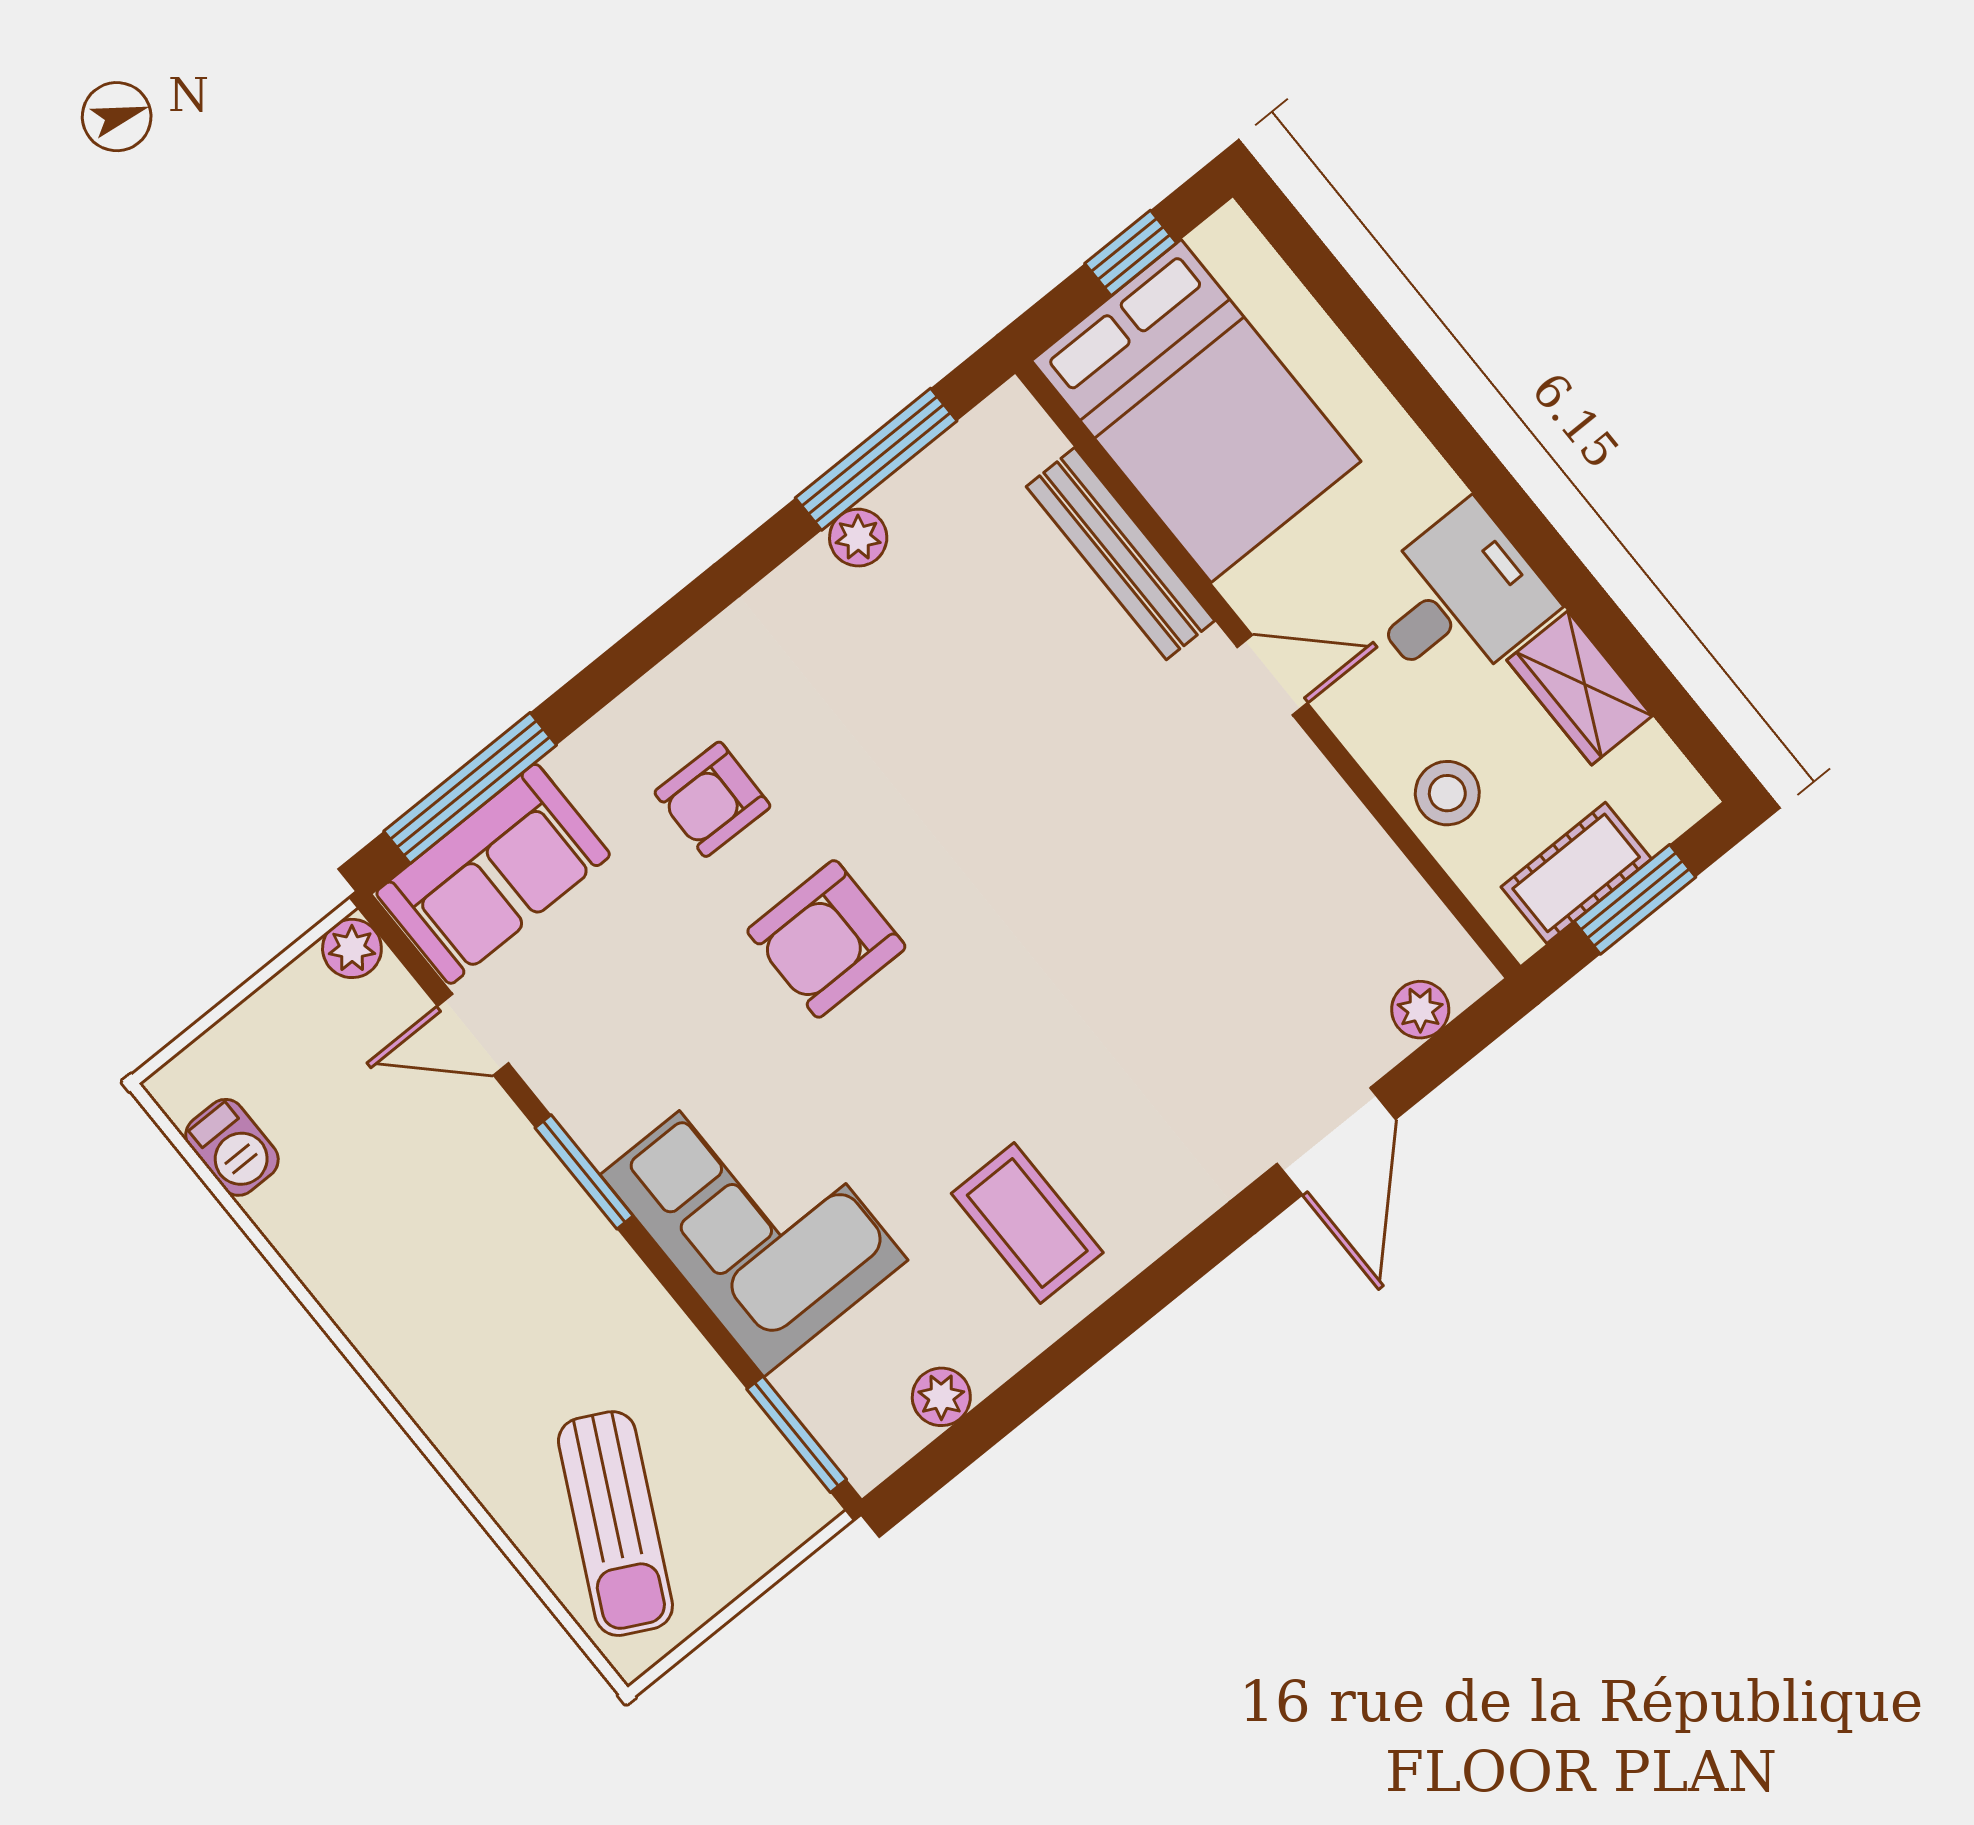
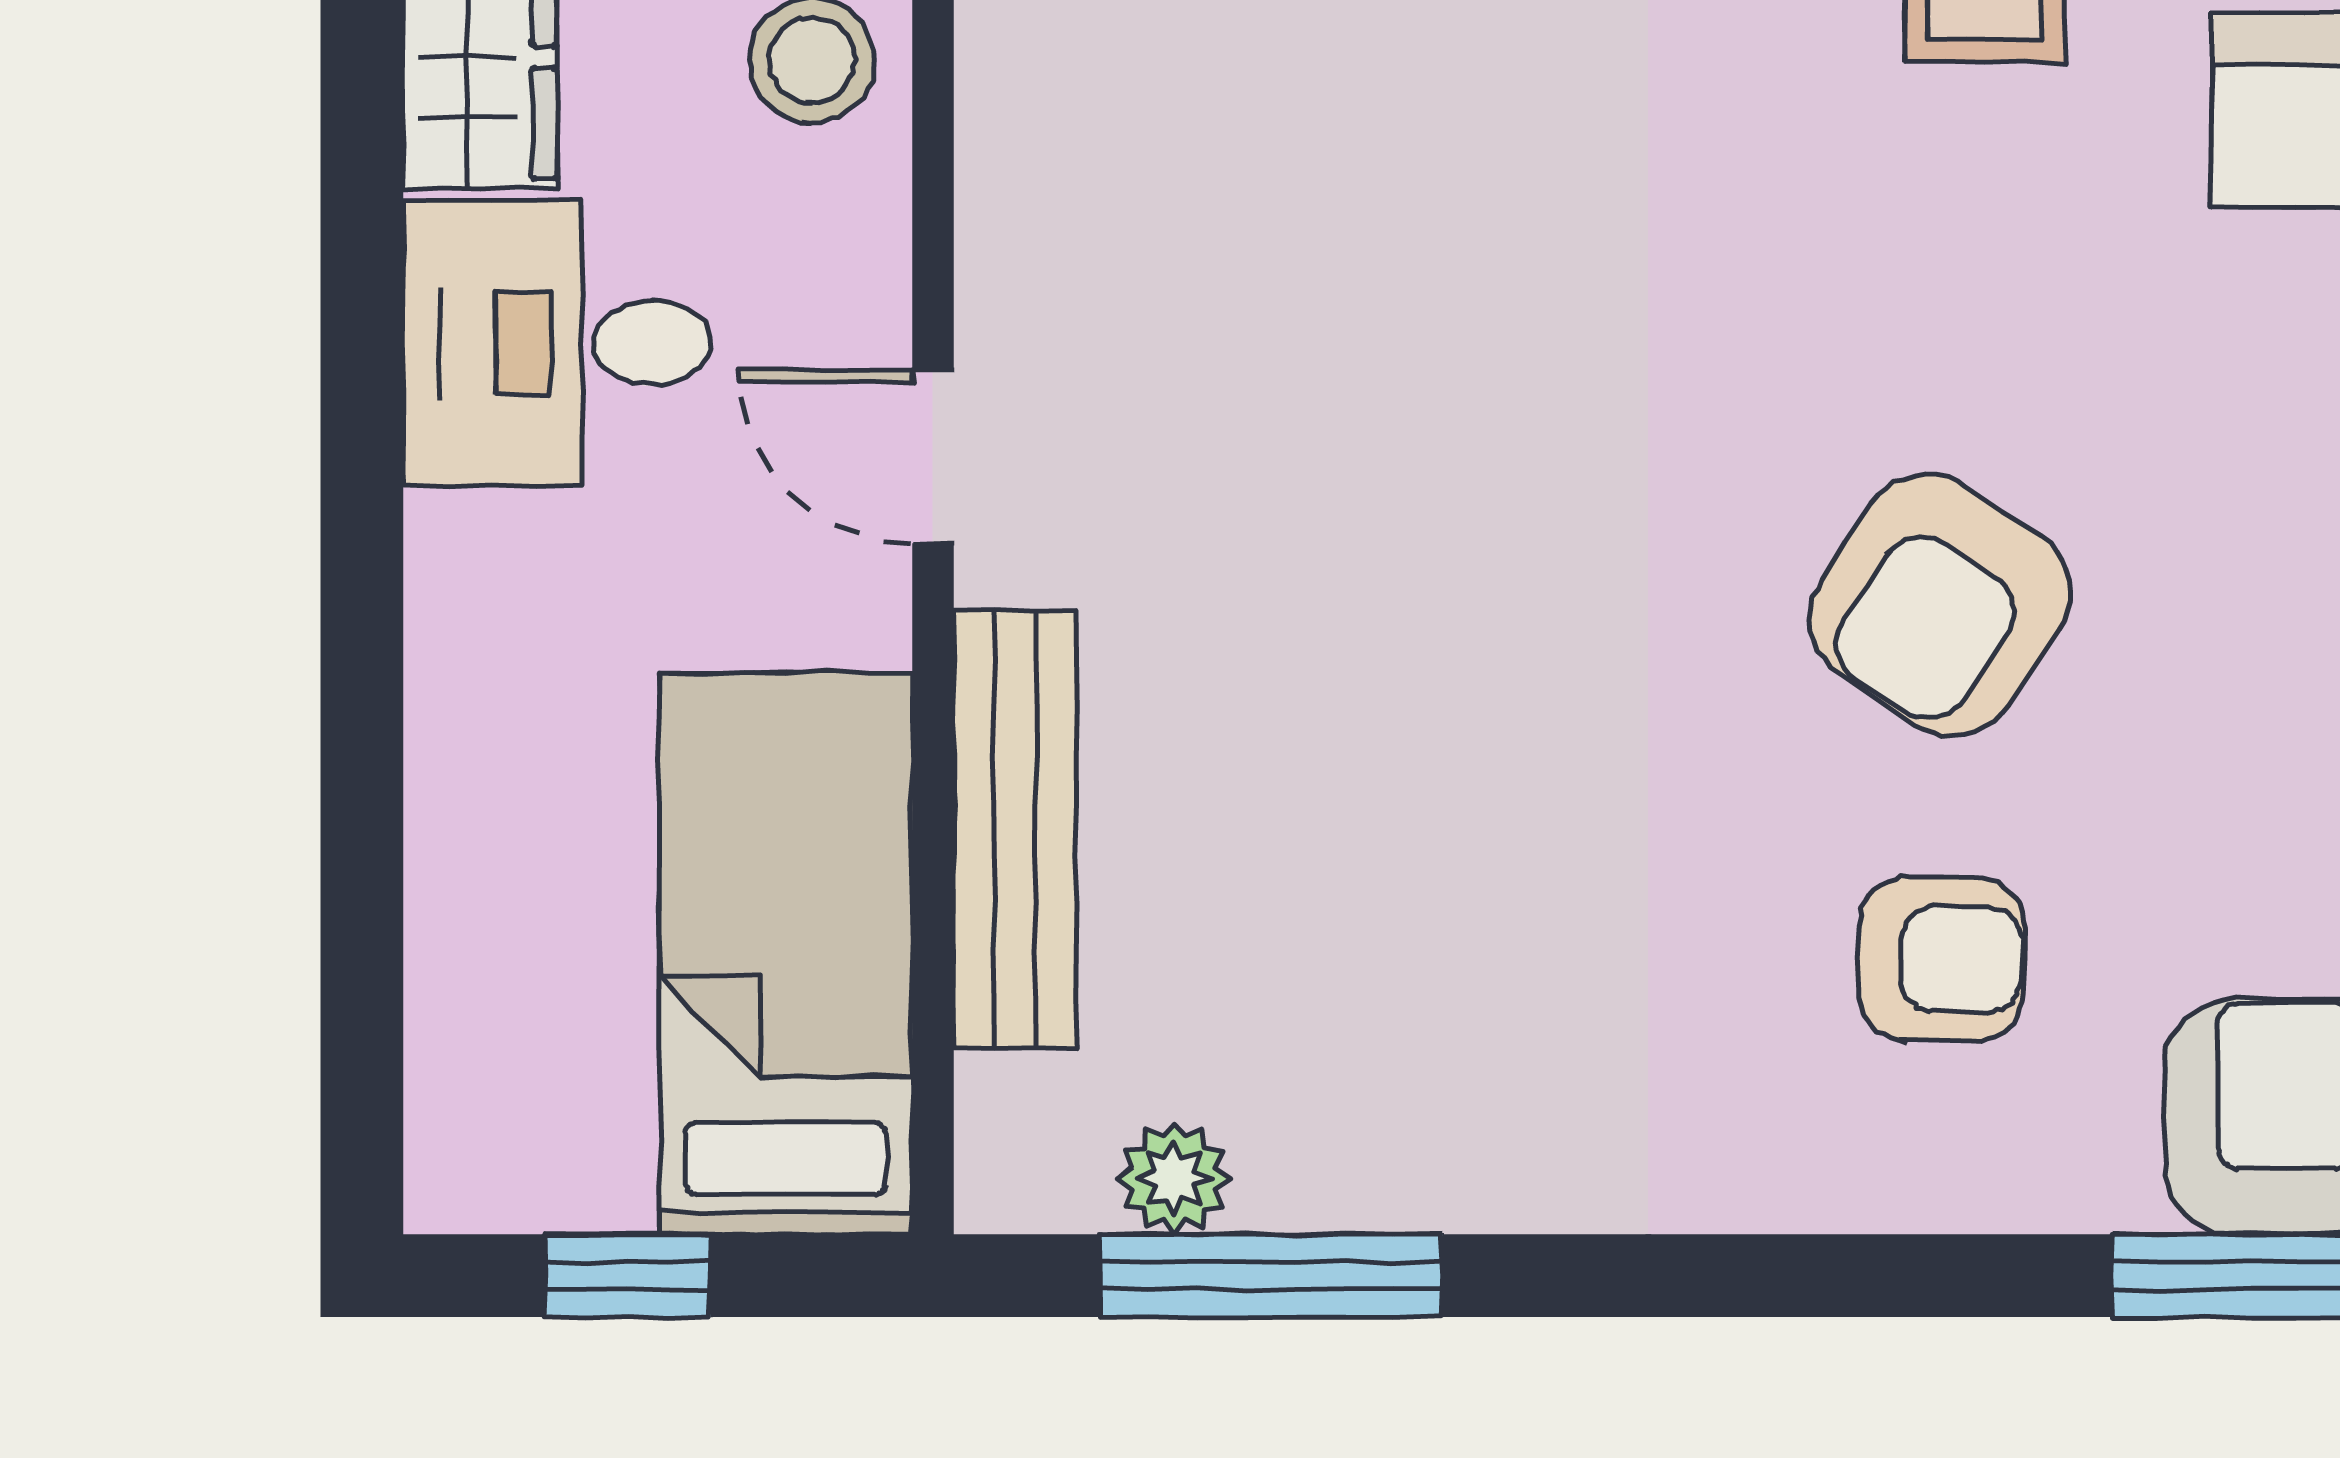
bed: (1196, 411) -> (786, 954), width x0.67
plant: (858, 538) -> (1174, 1178), moved
armchair: (826, 939) -> (1940, 605), turned 124

